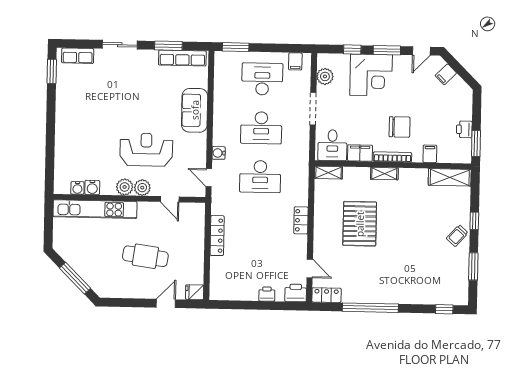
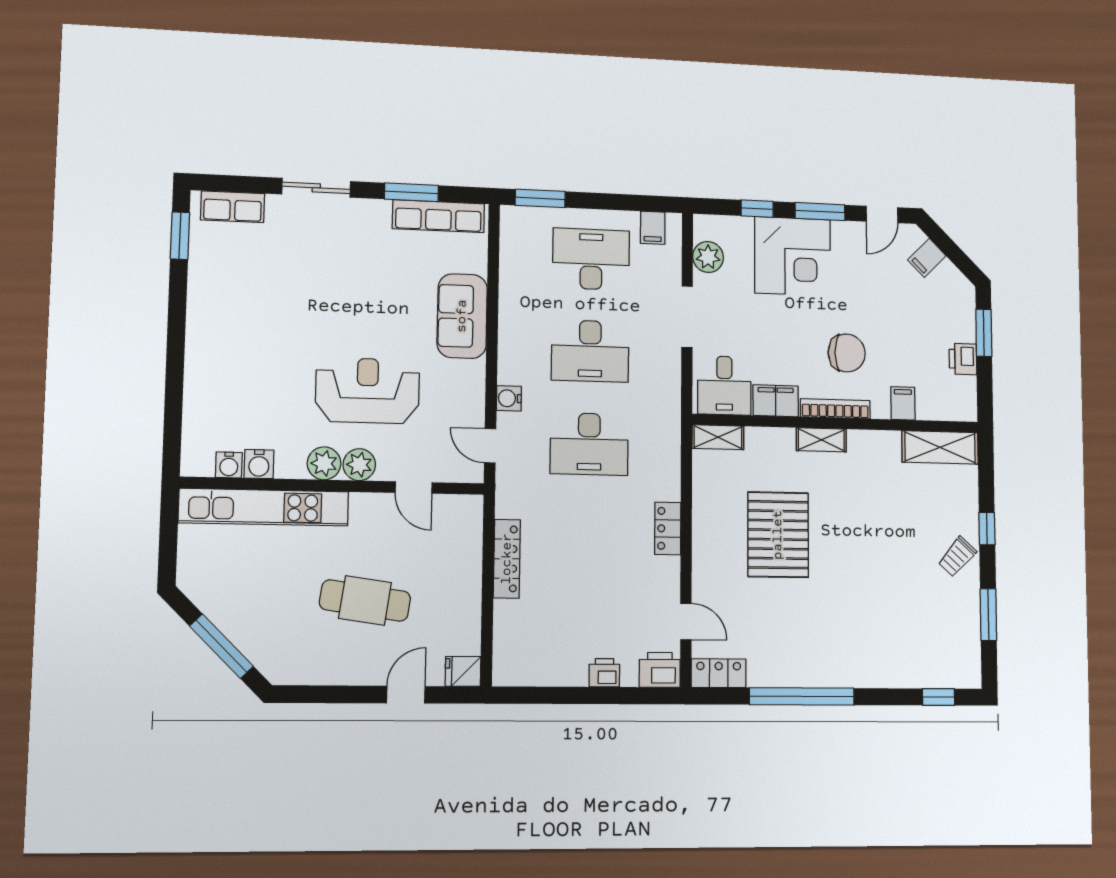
window: (476, 143) -> (984, 333), moved

